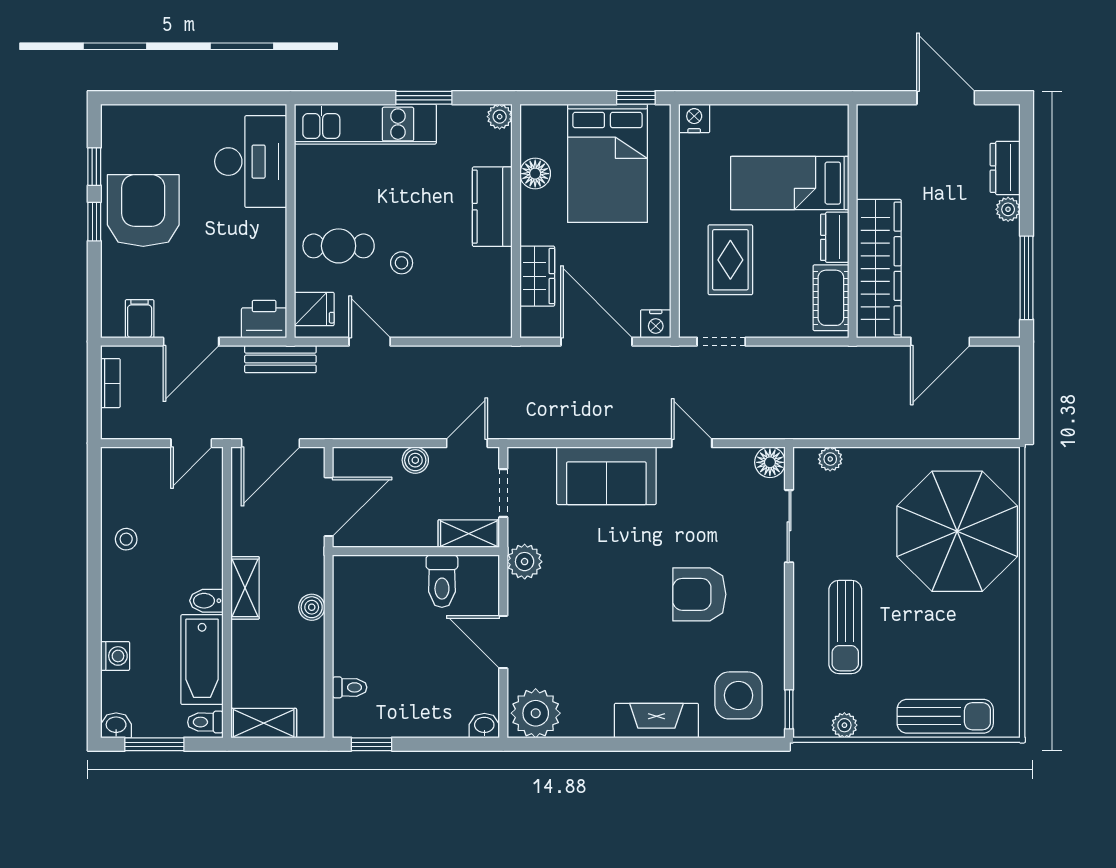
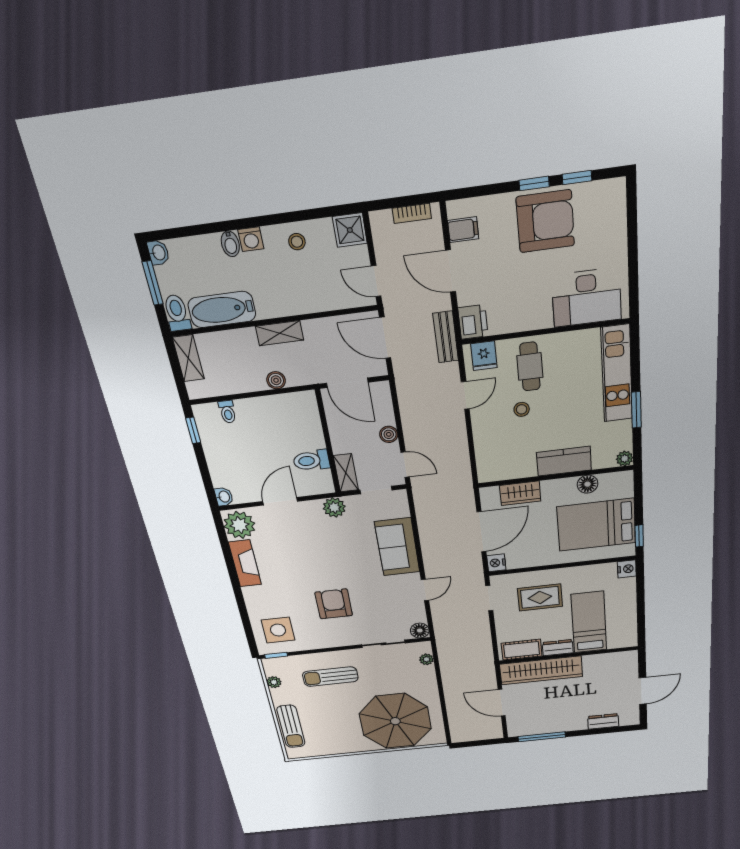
plant: (1008, 209) -> (580, 725), removed
shower: (121, 467) -> (350, 230), added
bidet: (206, 601) -> (230, 244), moved, turned 180
washing machine: (115, 656) -> (251, 239), moved
fireplace: (656, 721) -> (245, 563), moved
toilet: (205, 722) -> (177, 313), width x1.37, depth x1.39

